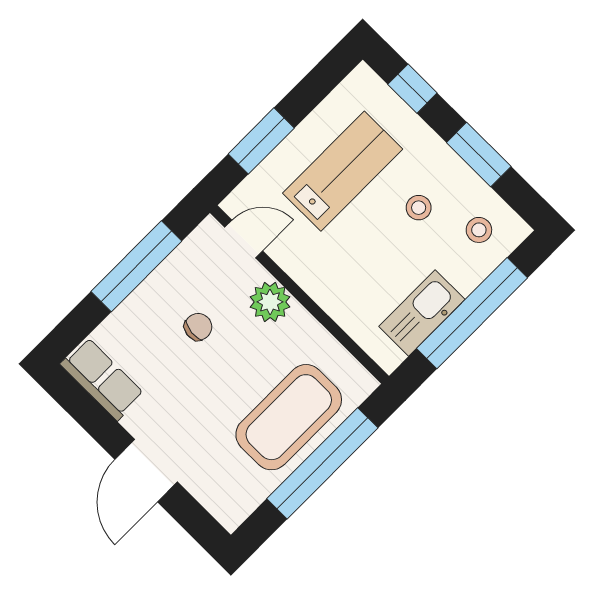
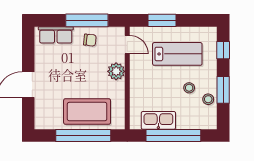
stool: (479, 230) -> (208, 99), moved
chair: (198, 327) -> (90, 40), moved
row of seats: (102, 379) -> (56, 35), moved, turned 90

